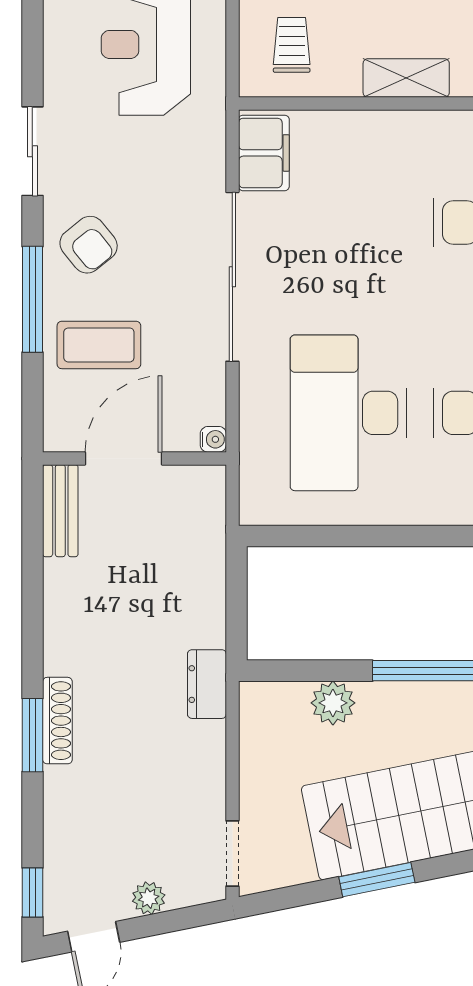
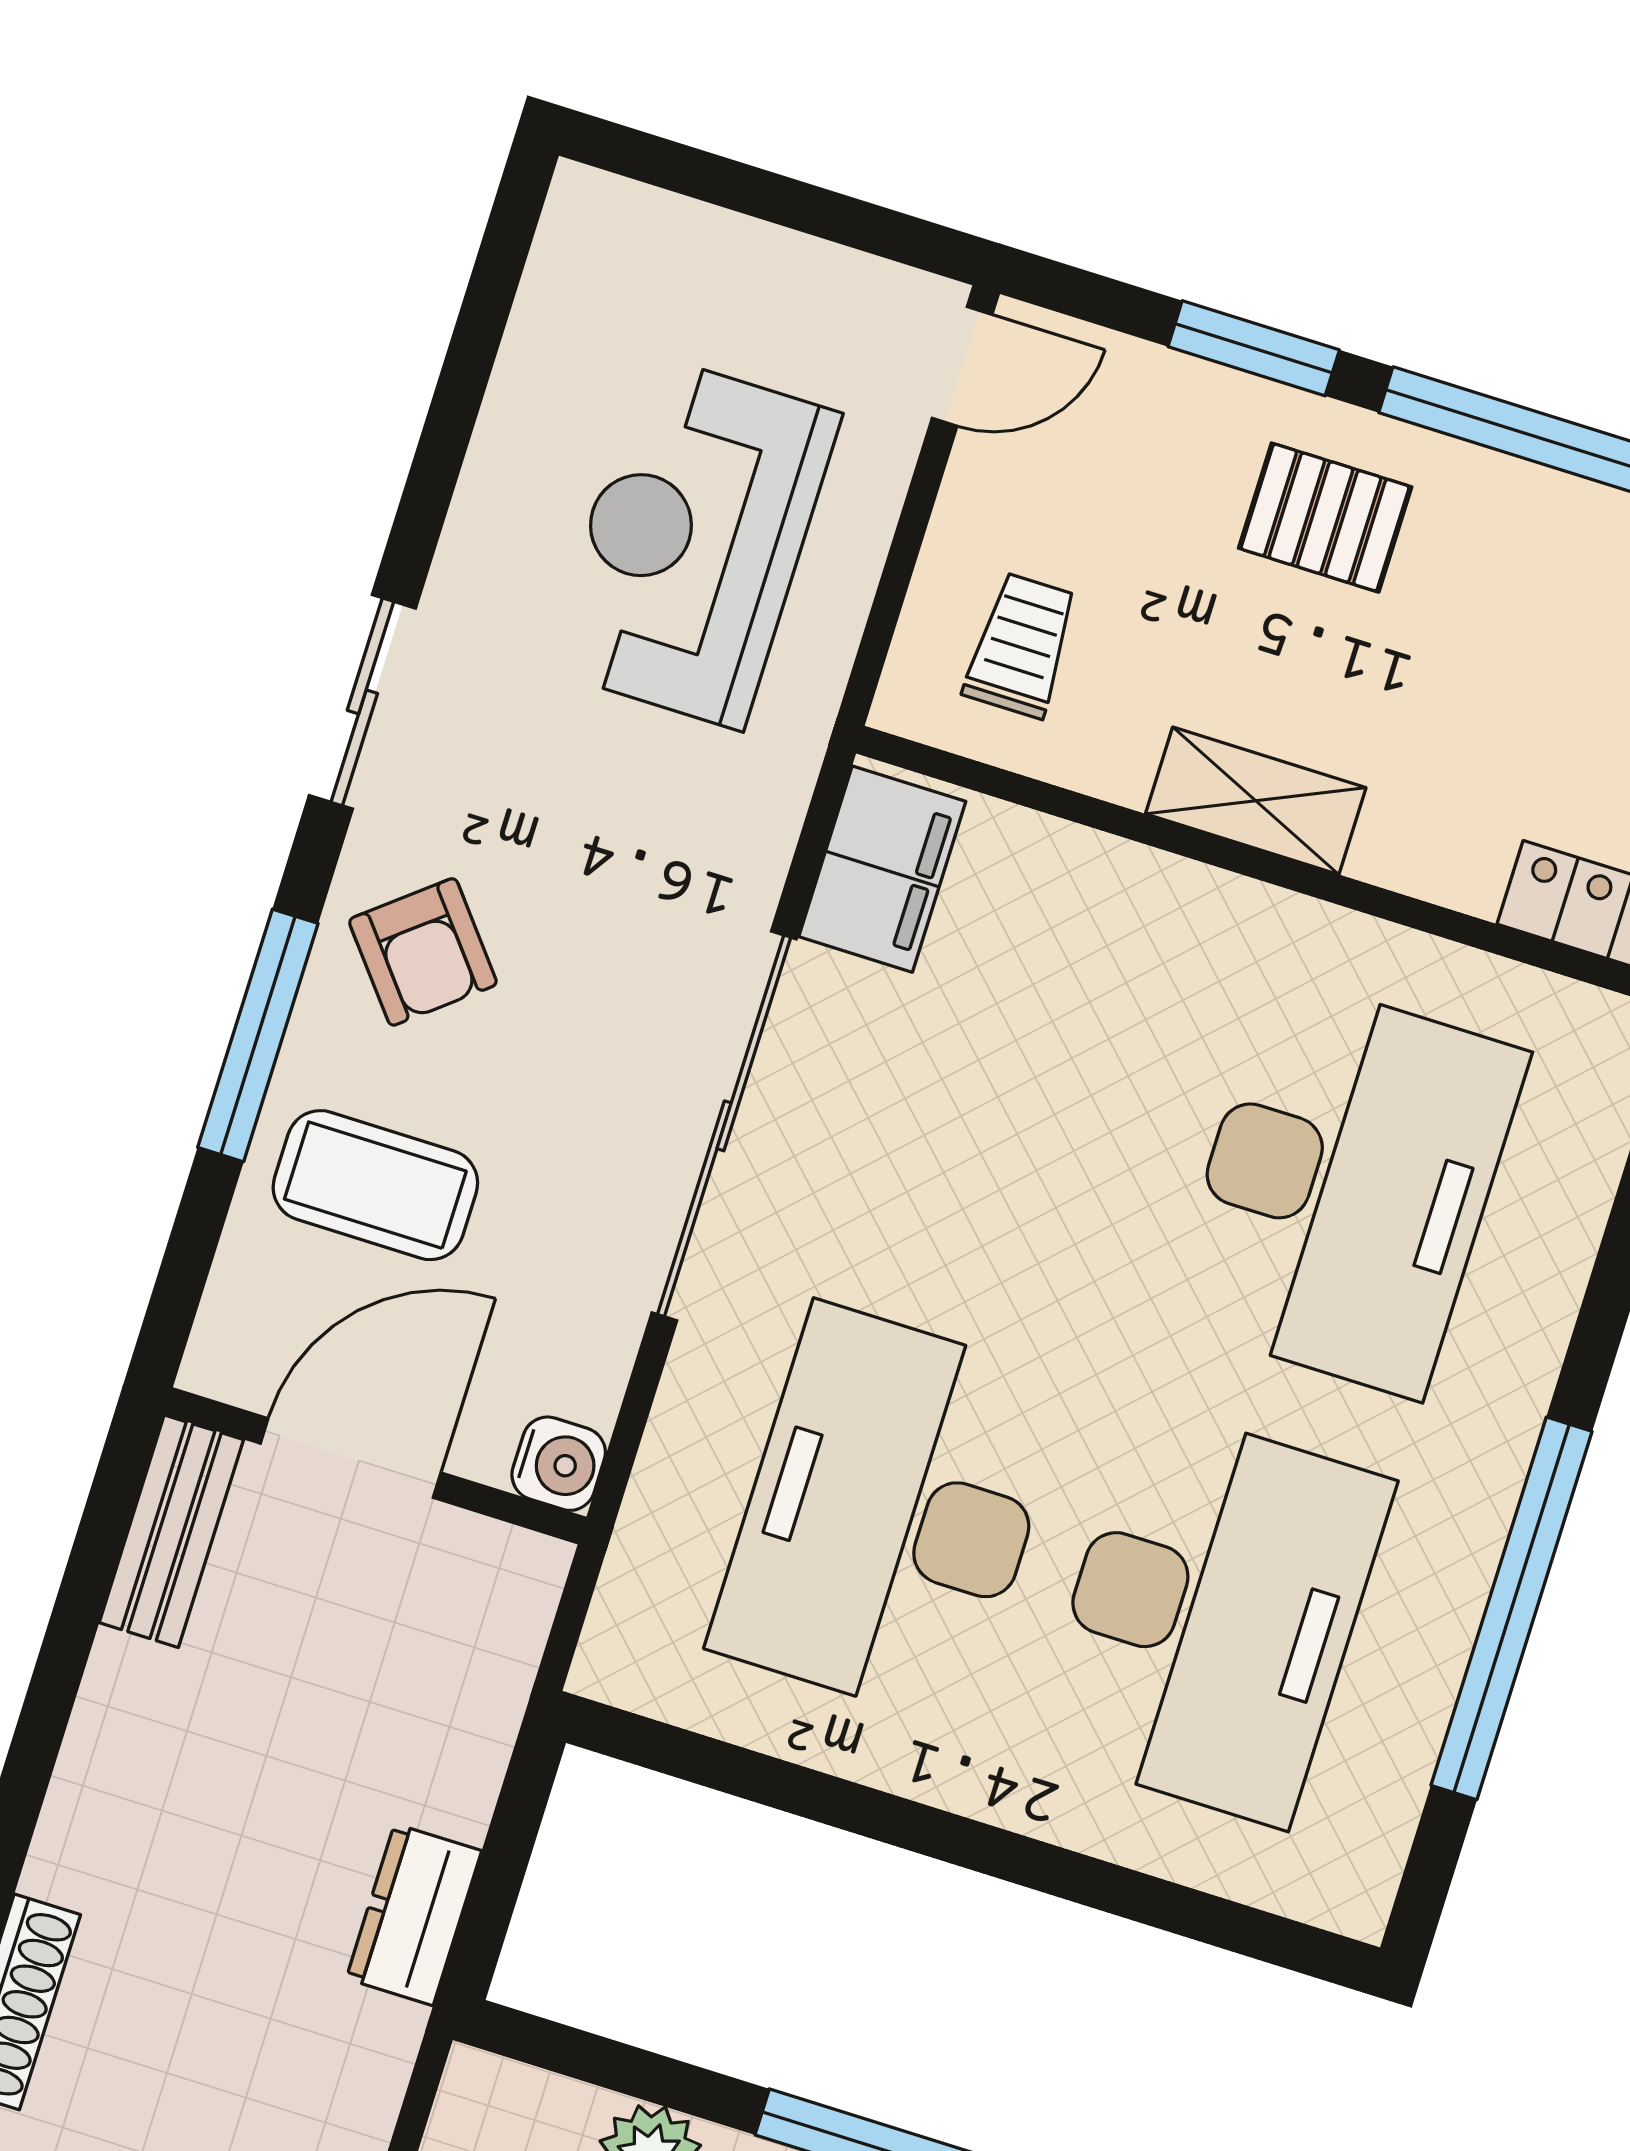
water cooler: (213, 439) -> (559, 1464), width x1.38, depth x1.38
dresser: (207, 684) -> (414, 1915), moved

